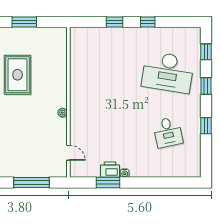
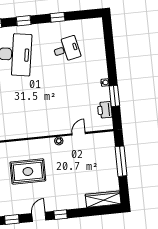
rug: (18, 75) -> (28, 171), moved
door: (68, 153) -> (79, 134), moved
printer: (110, 170) -> (105, 110), moved

